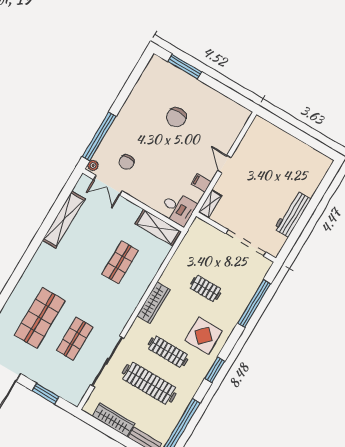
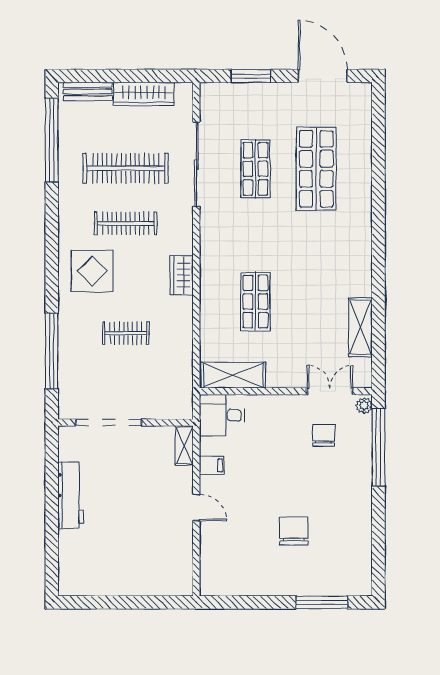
shelving: (64, 220) -> (360, 327), width x0.68
wardrobe: (153, 303) -> (182, 275), width x0.67
window: (215, 370) -> (52, 236), removed

